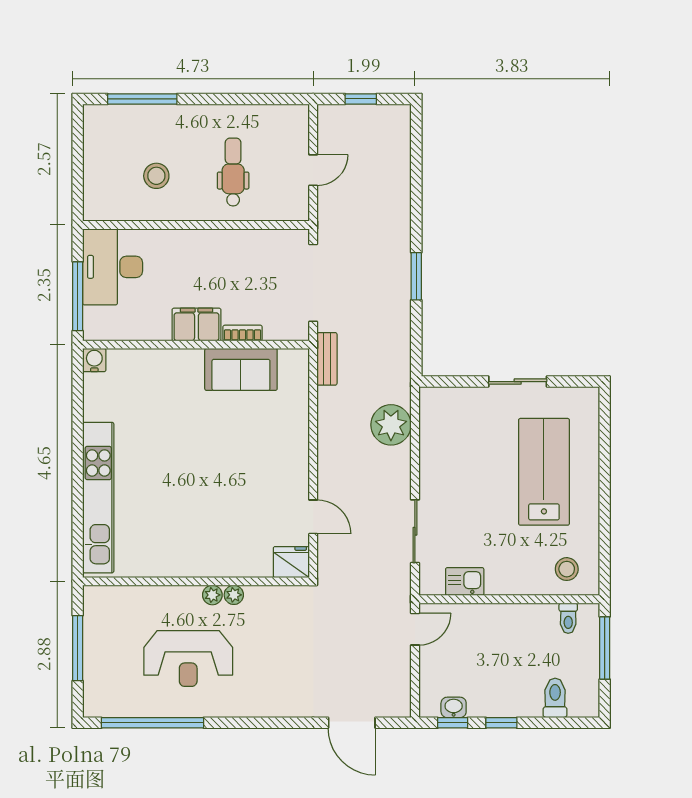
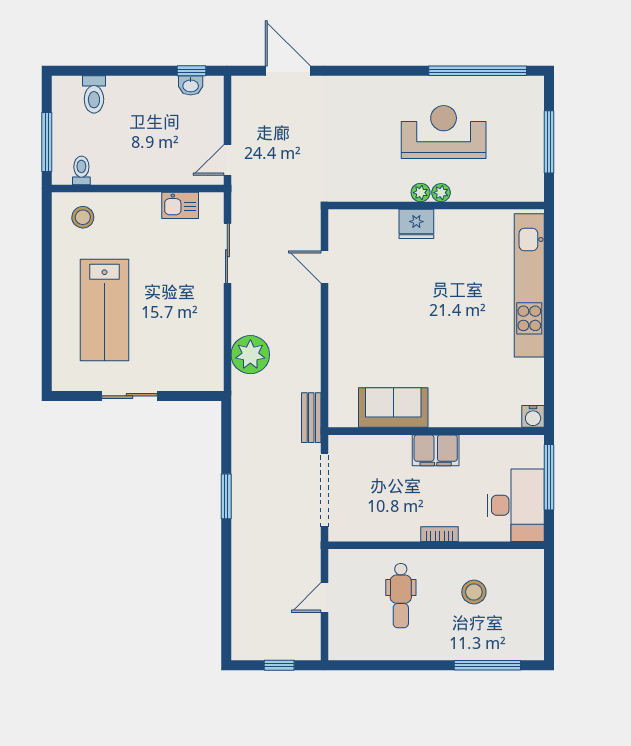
bookcase: (243, 333) -> (440, 534), moved, turned 180
fridge: (291, 562) -> (416, 224), moved
plant: (234, 595) -> (441, 193), moved
window: (501, 723) -> (145, 71), removed

